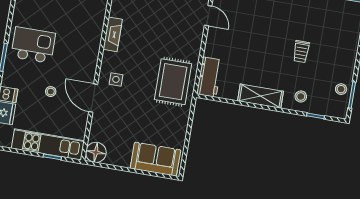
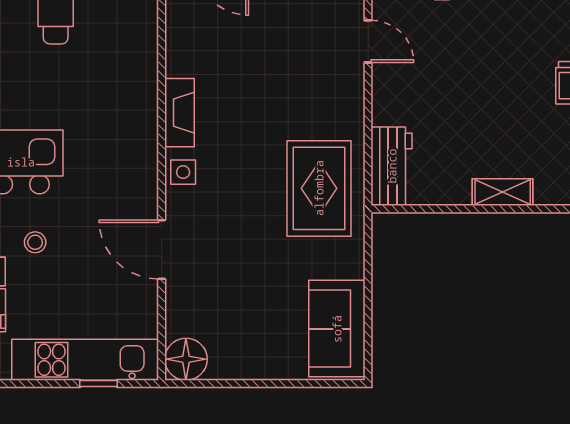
side table: (116, 79) -> (183, 172), moved
stool: (51, 92) -> (35, 242), moved
shelving: (261, 96) -> (503, 192), width x0.67, depth x0.75
sofa: (155, 159) -> (337, 329), moved, turned -90

